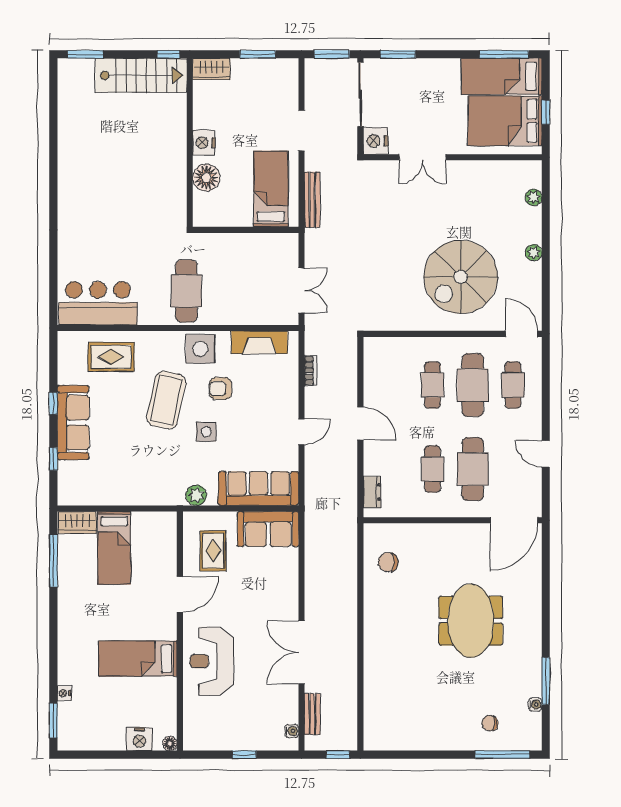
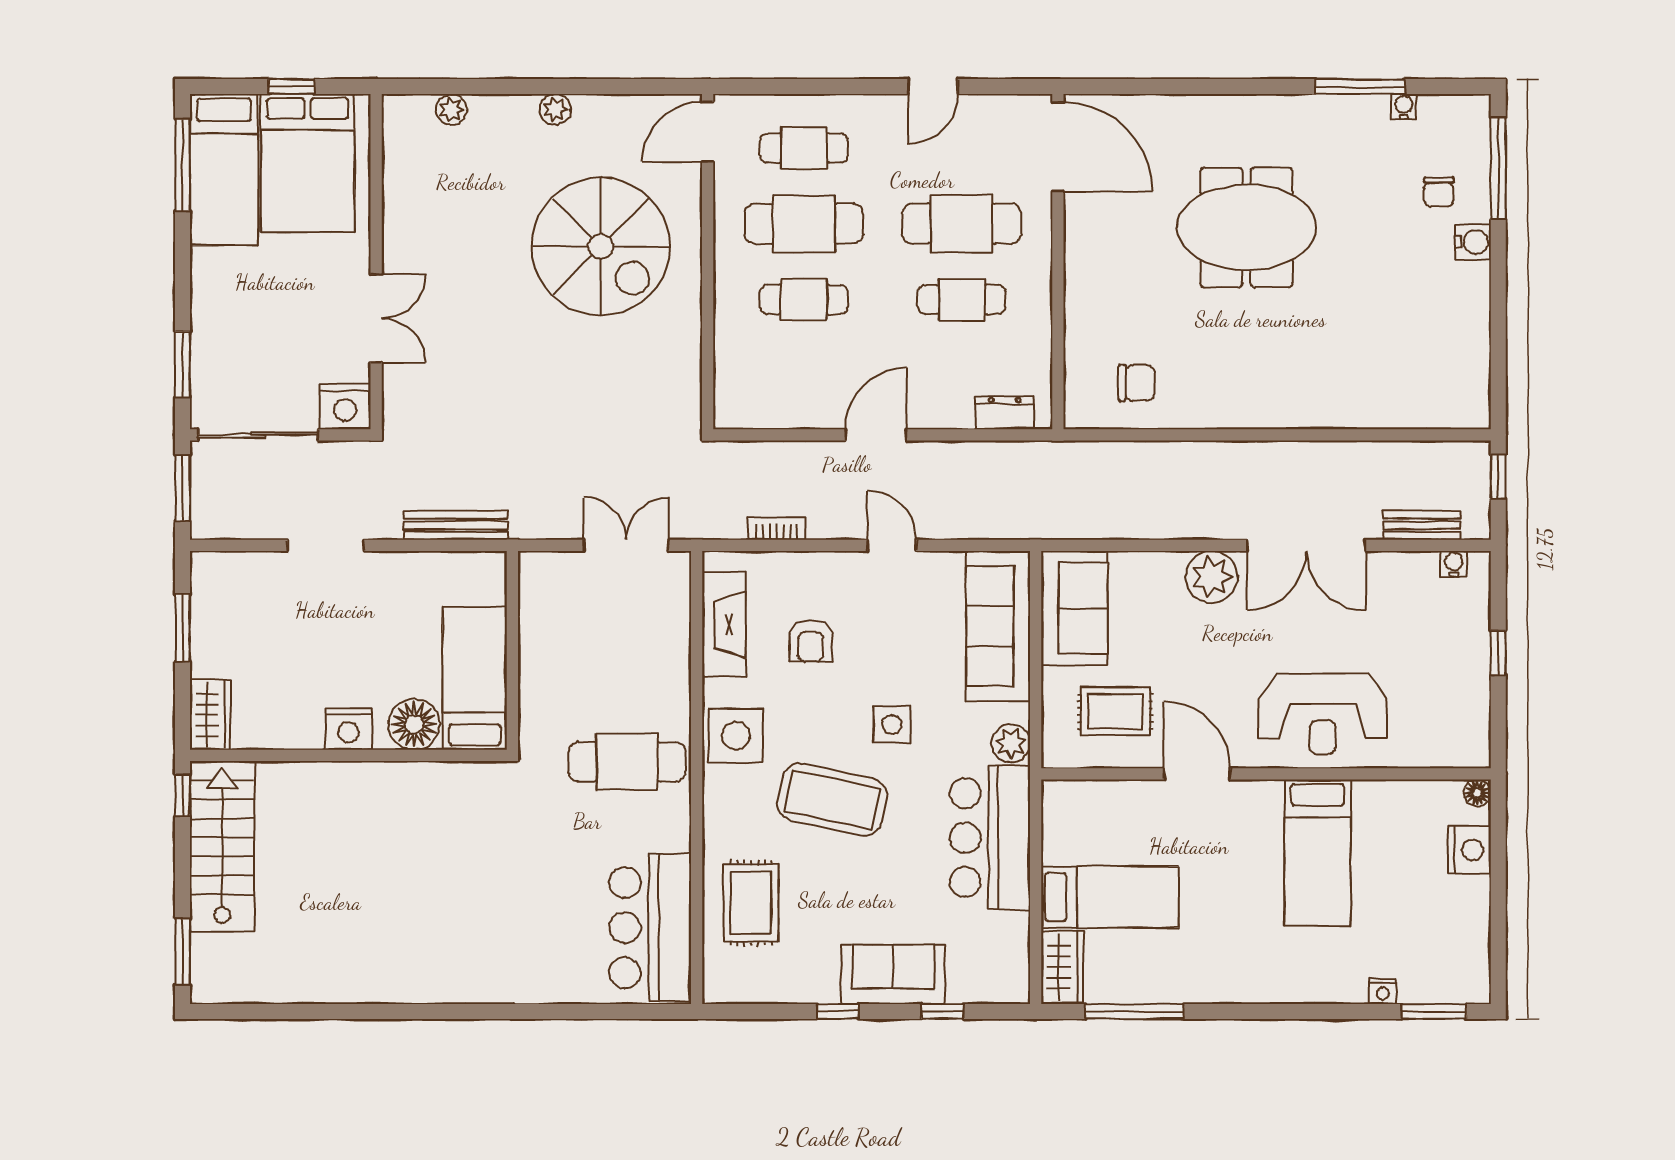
bed: (271, 189) -> (475, 679), moved, turned 90
armchair: (220, 388) -> (811, 641), moved
sofa: (73, 423) -> (893, 974), width x0.73
bar counter: (146, 484) -> (990, 838), added
chair: (388, 562) -> (1136, 383), turned -90
plant: (285, 602) -> (1212, 577), added
water cooler: (463, 741) -> (1473, 242), added

